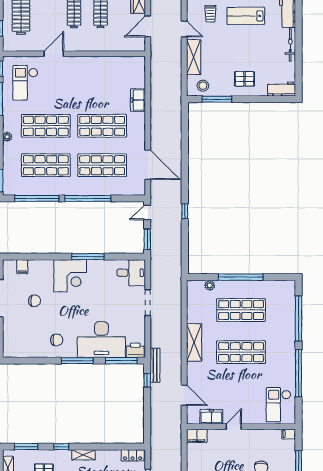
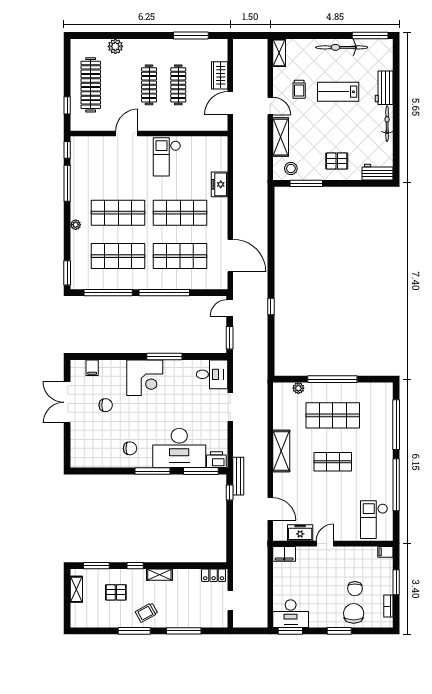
checkout: (25, 83) -> (167, 157), moved
shop shelf: (241, 352) -> (333, 462), width x0.70, depth x0.74

